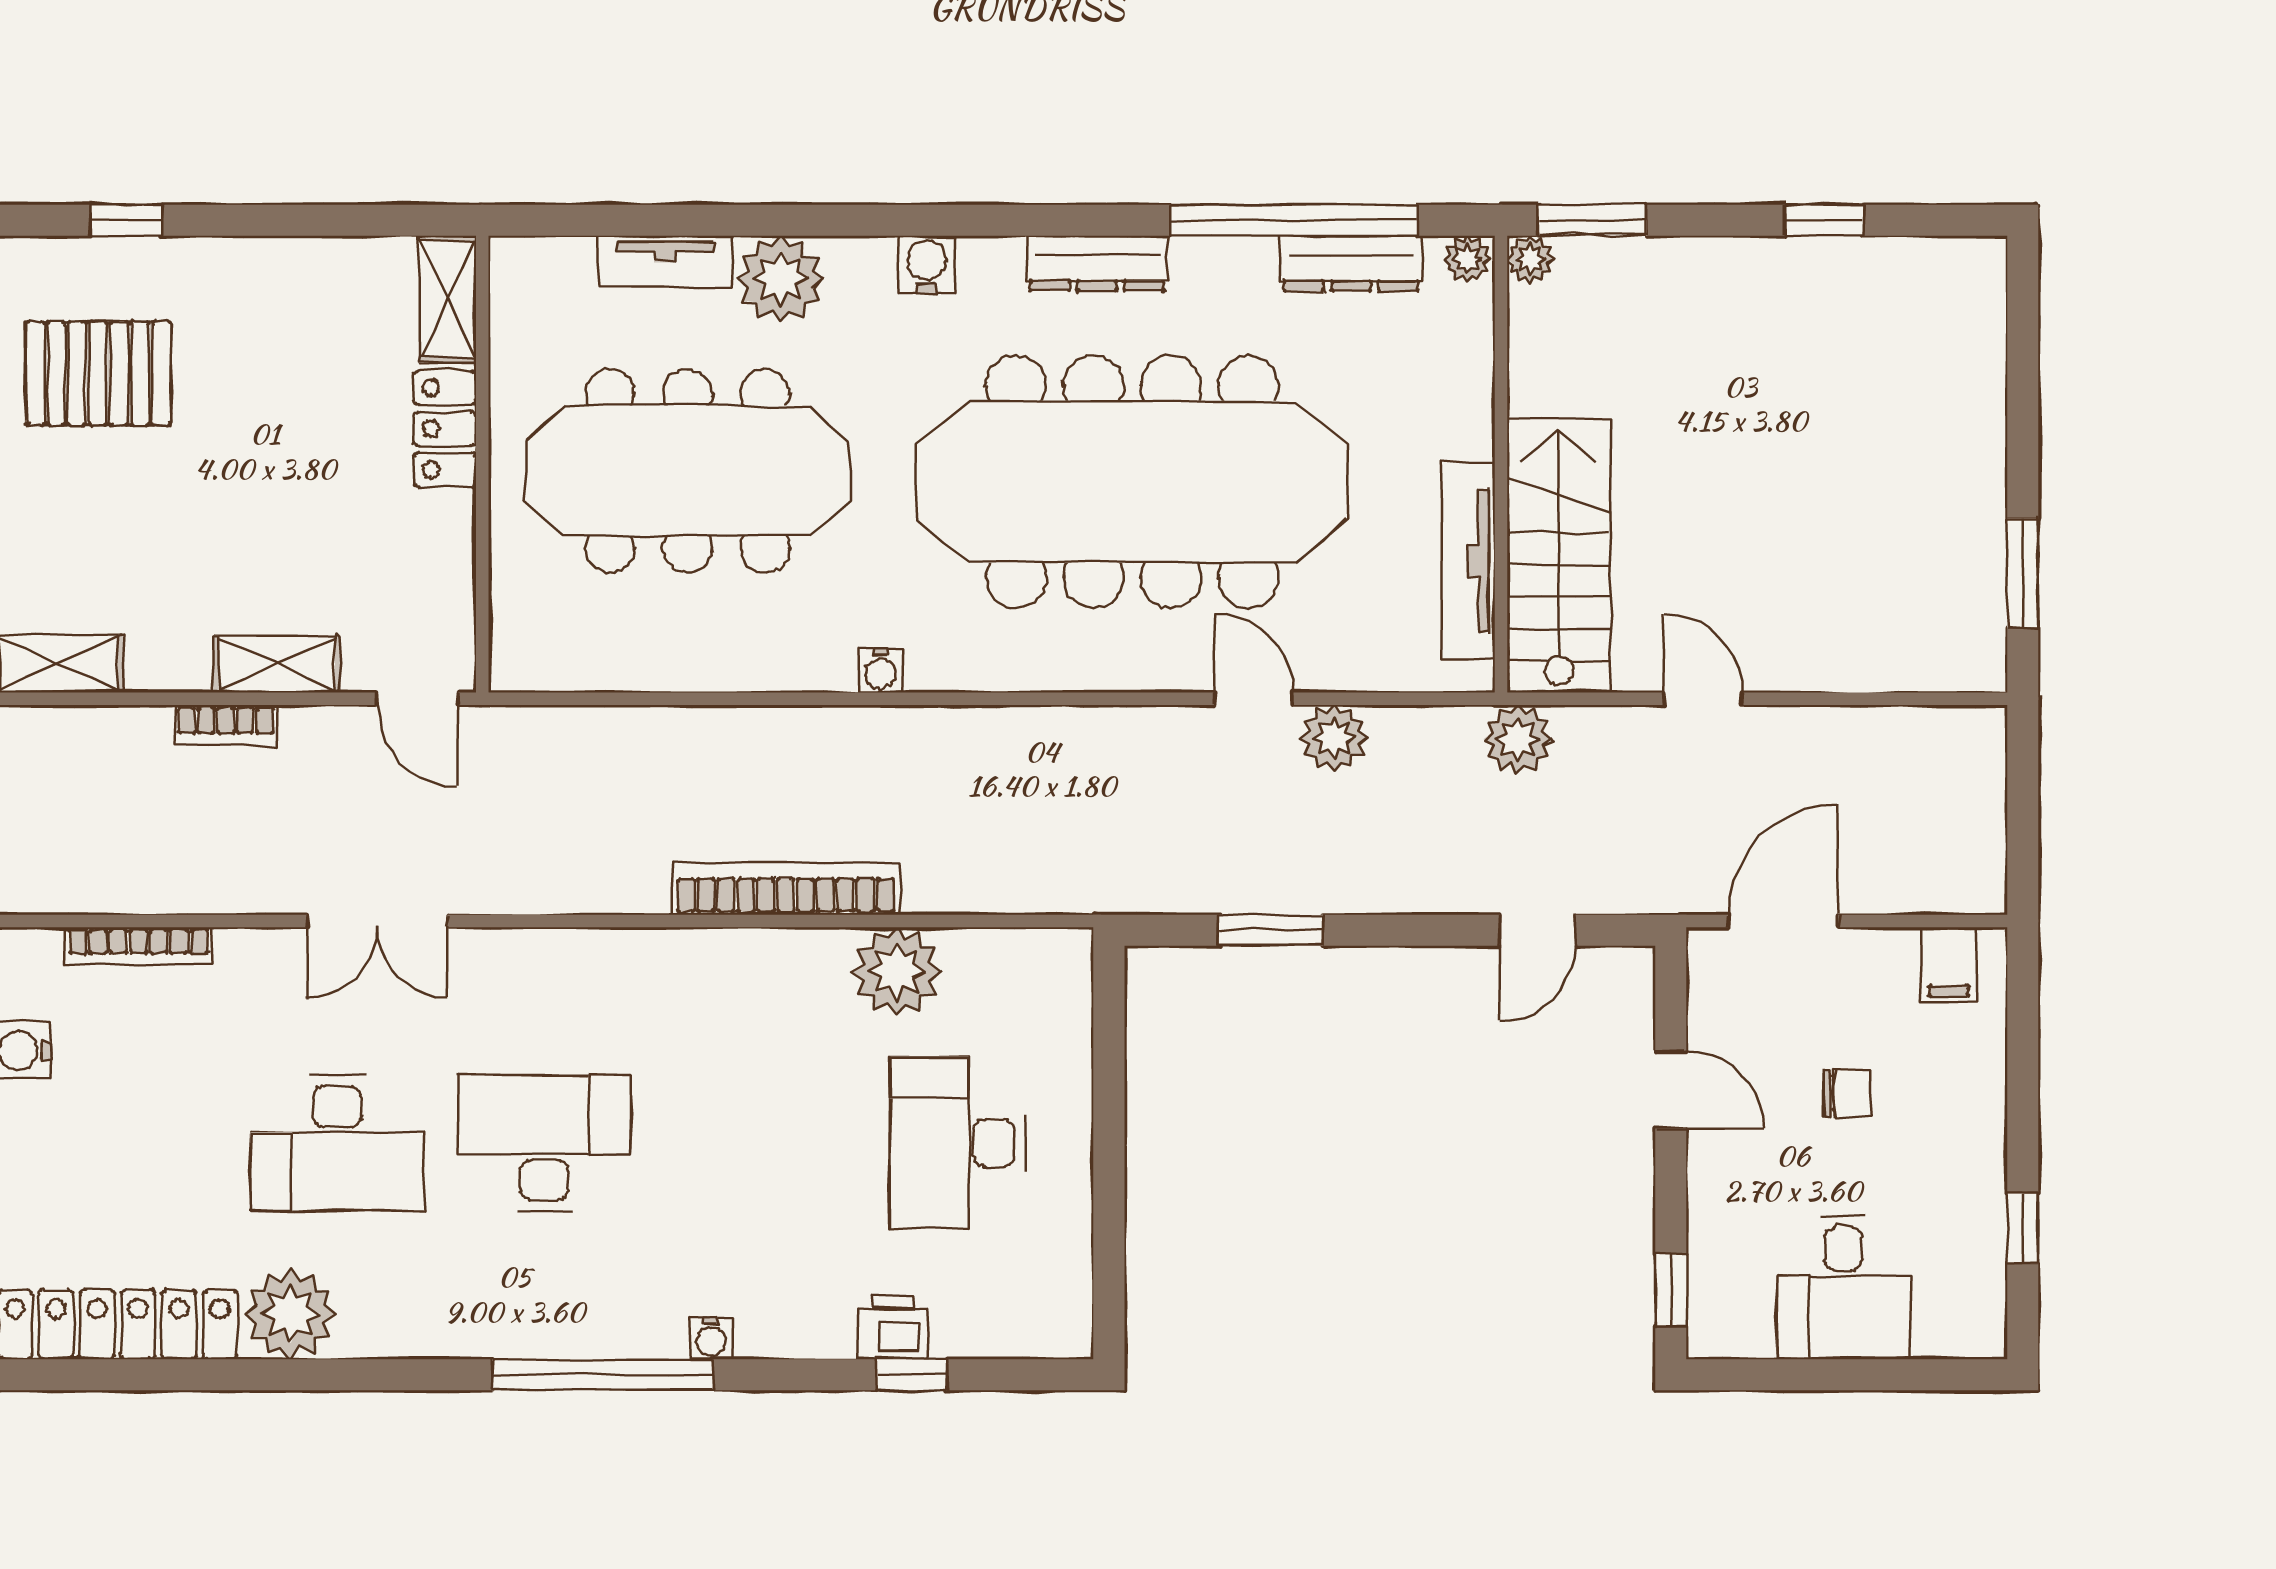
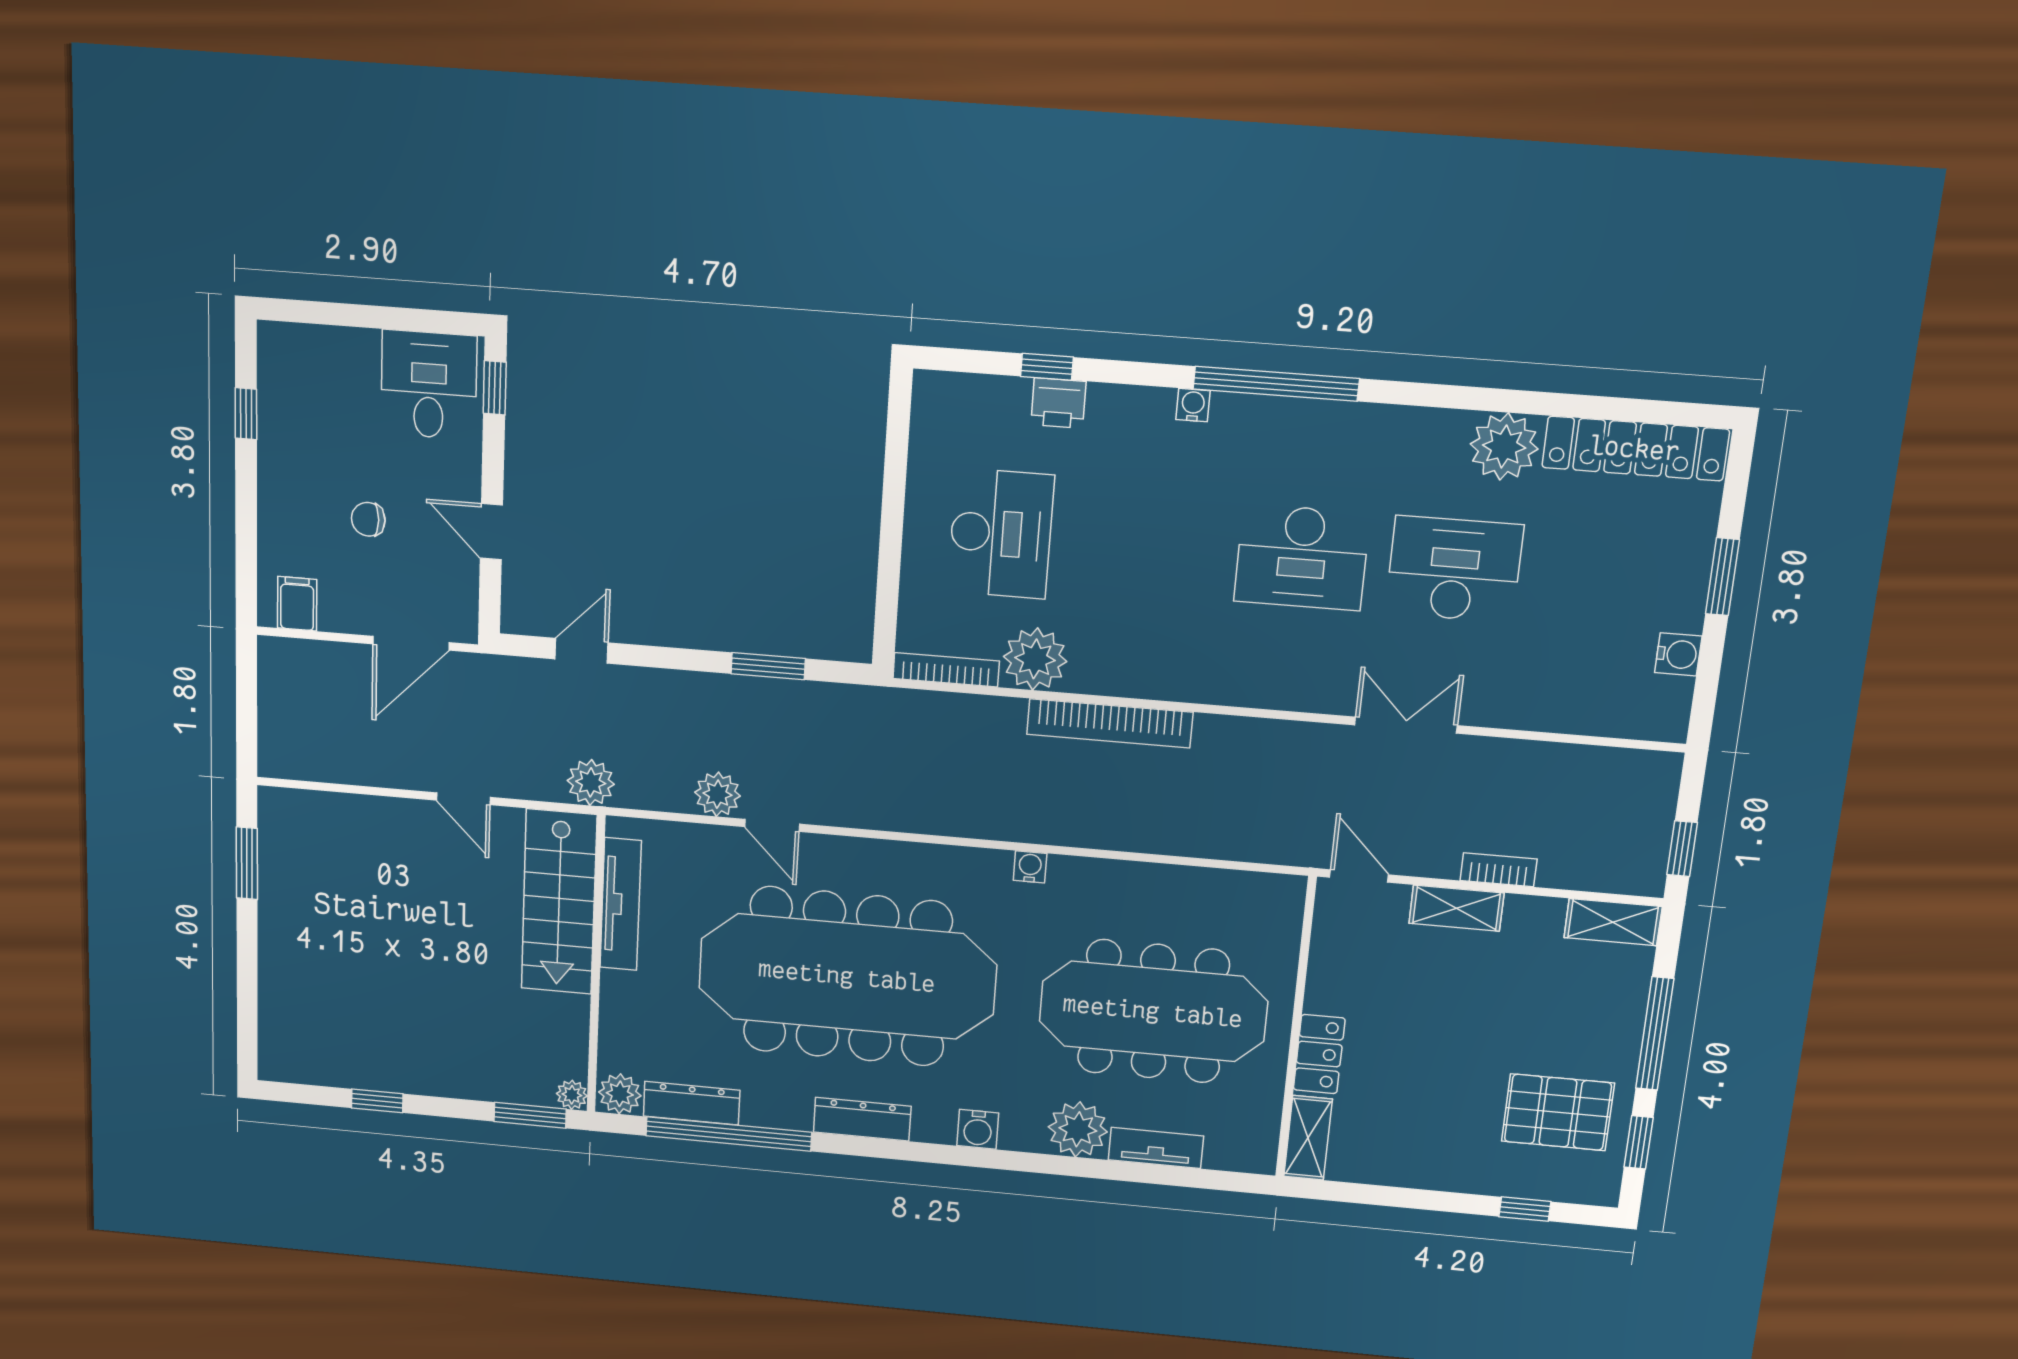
plant: (1467, 259) -> (620, 1094), width x1.38, depth x1.38
bookcase: (139, 946) -> (946, 670), moved
desk: (1844, 1287) -> (429, 385), moved

